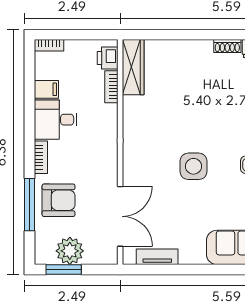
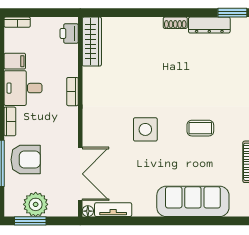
bookcase: (111, 87) -> (72, 92), moved
floor lamp: (129, 258) -> (88, 211), added

